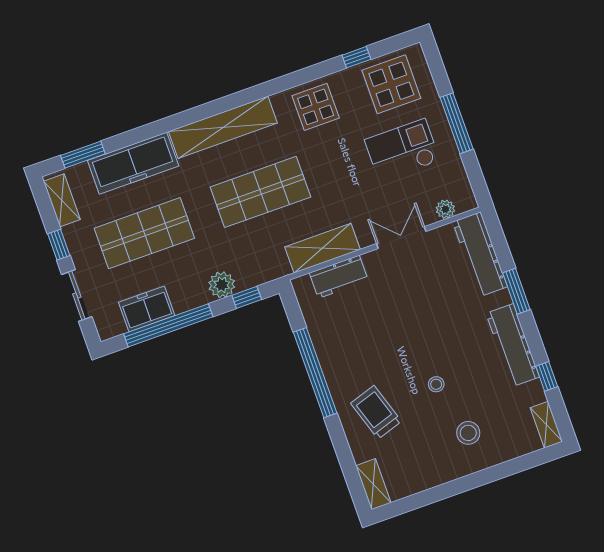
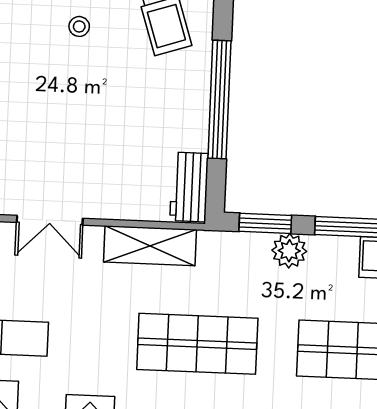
workbench: (339, 277) -> (189, 187), moved, turned -90
window: (247, 297) -> (265, 223), width x1.50

